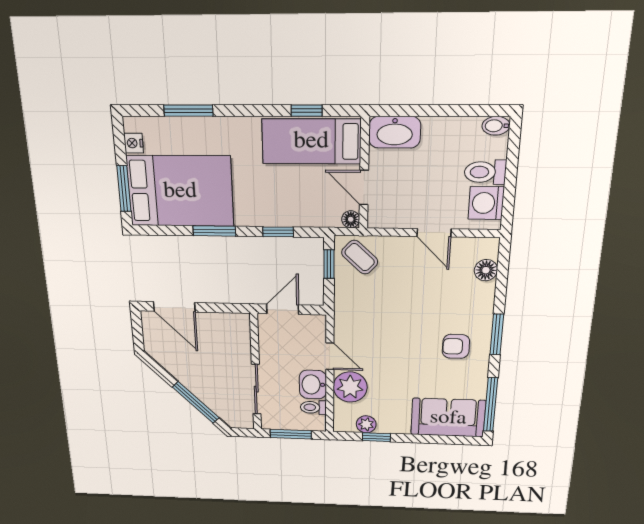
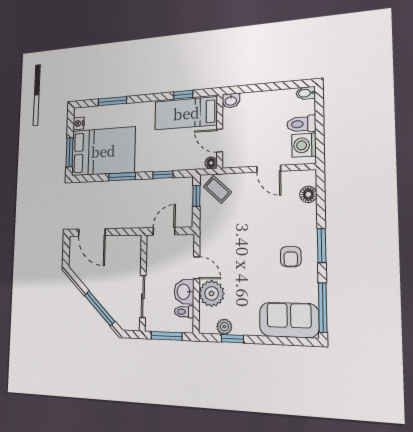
washbasin: (395, 132) -> (231, 101), width x0.52, depth x0.69
armchair: (456, 346) -> (291, 257), turned -90

